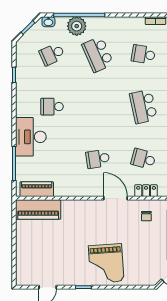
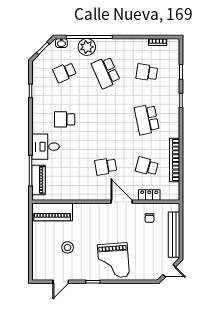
desk: (31, 137) -> (46, 147), width x0.73
piano: (37, 189) -> (39, 180), moved, turned 90
stool: (55, 249) -> (68, 247), added

